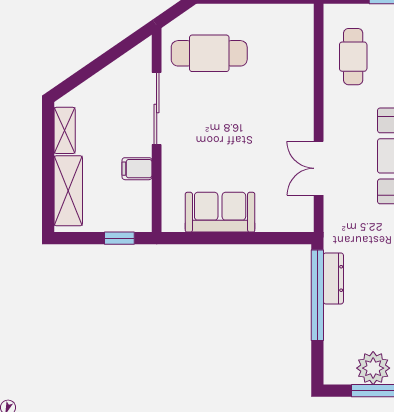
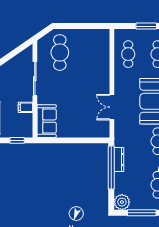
cafe table: (209, 53) -> (60, 52), turned 90
sofa: (220, 212) -> (47, 121), moved, turned 90
plant: (373, 368) -> (122, 202), moved

